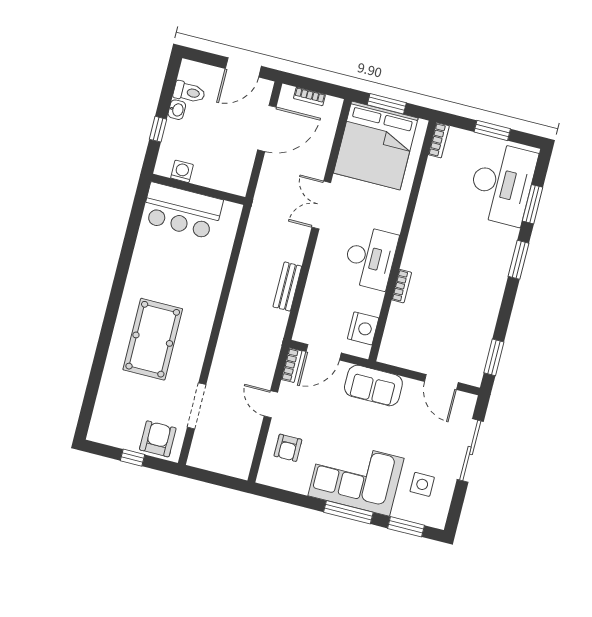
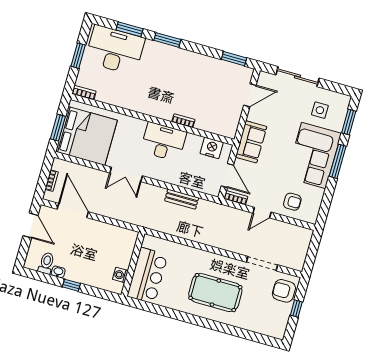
washing machine: (182, 171) -> (120, 275), moved
wall: (198, 189) -> (133, 264), moved
bar counter: (182, 211) -> (147, 276), moved

